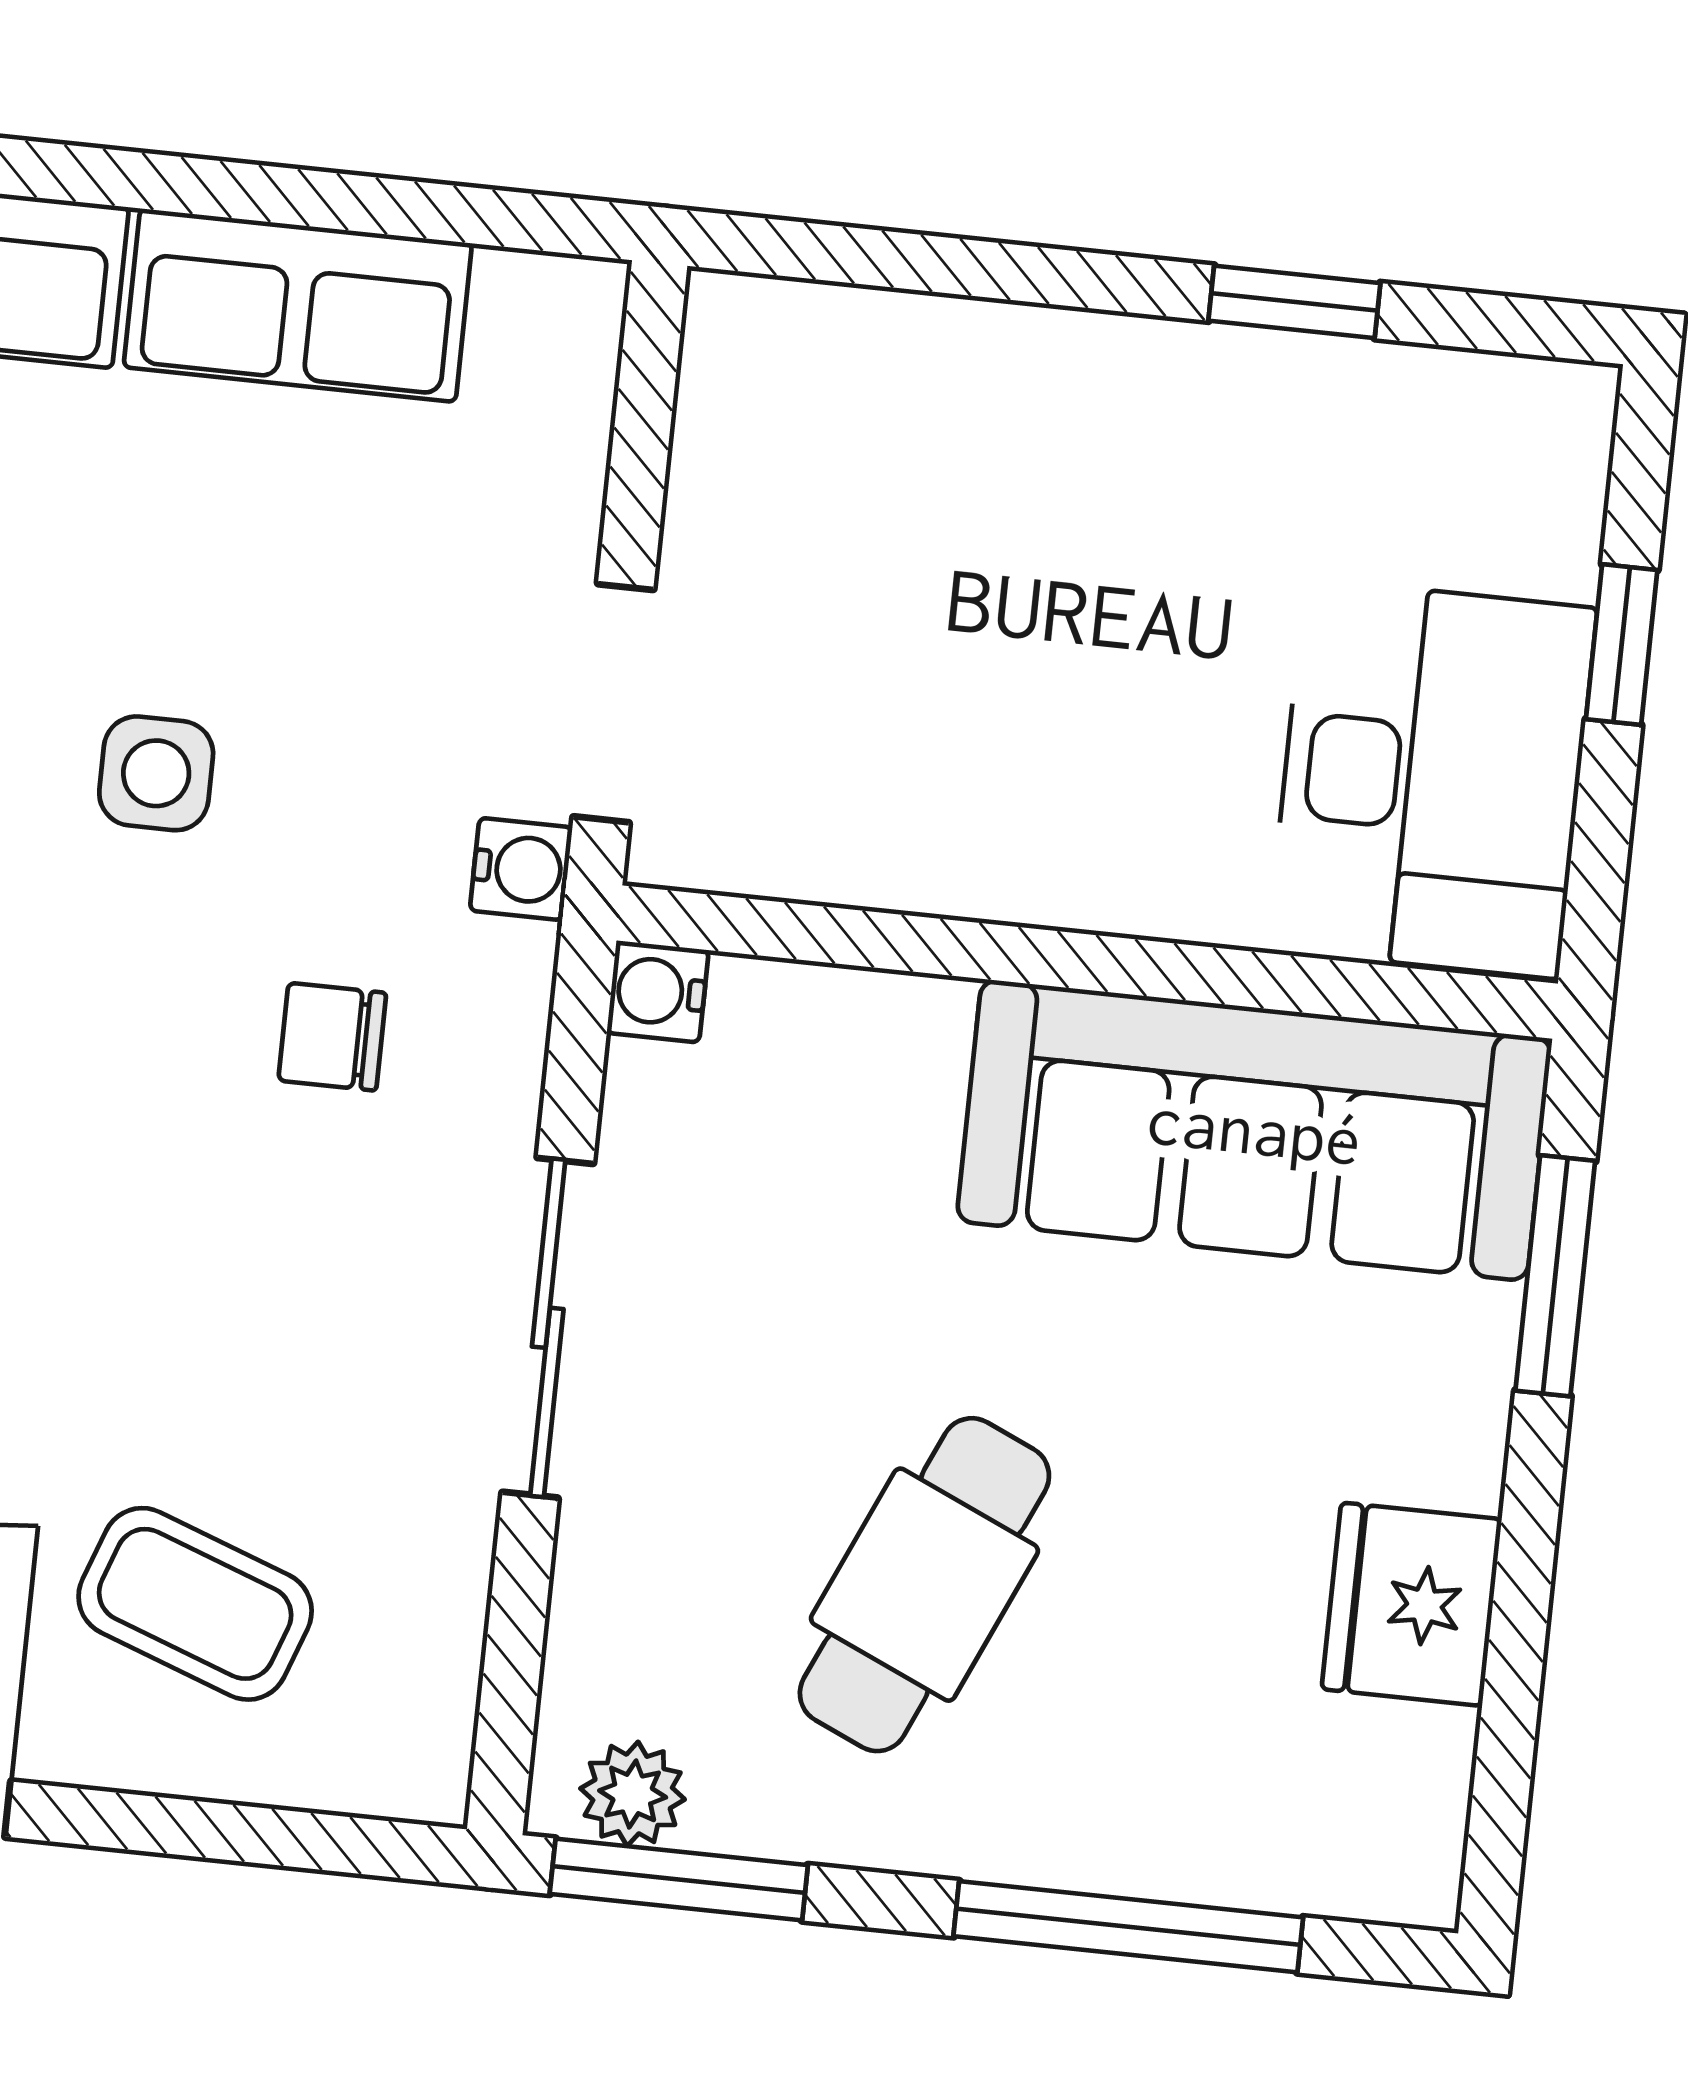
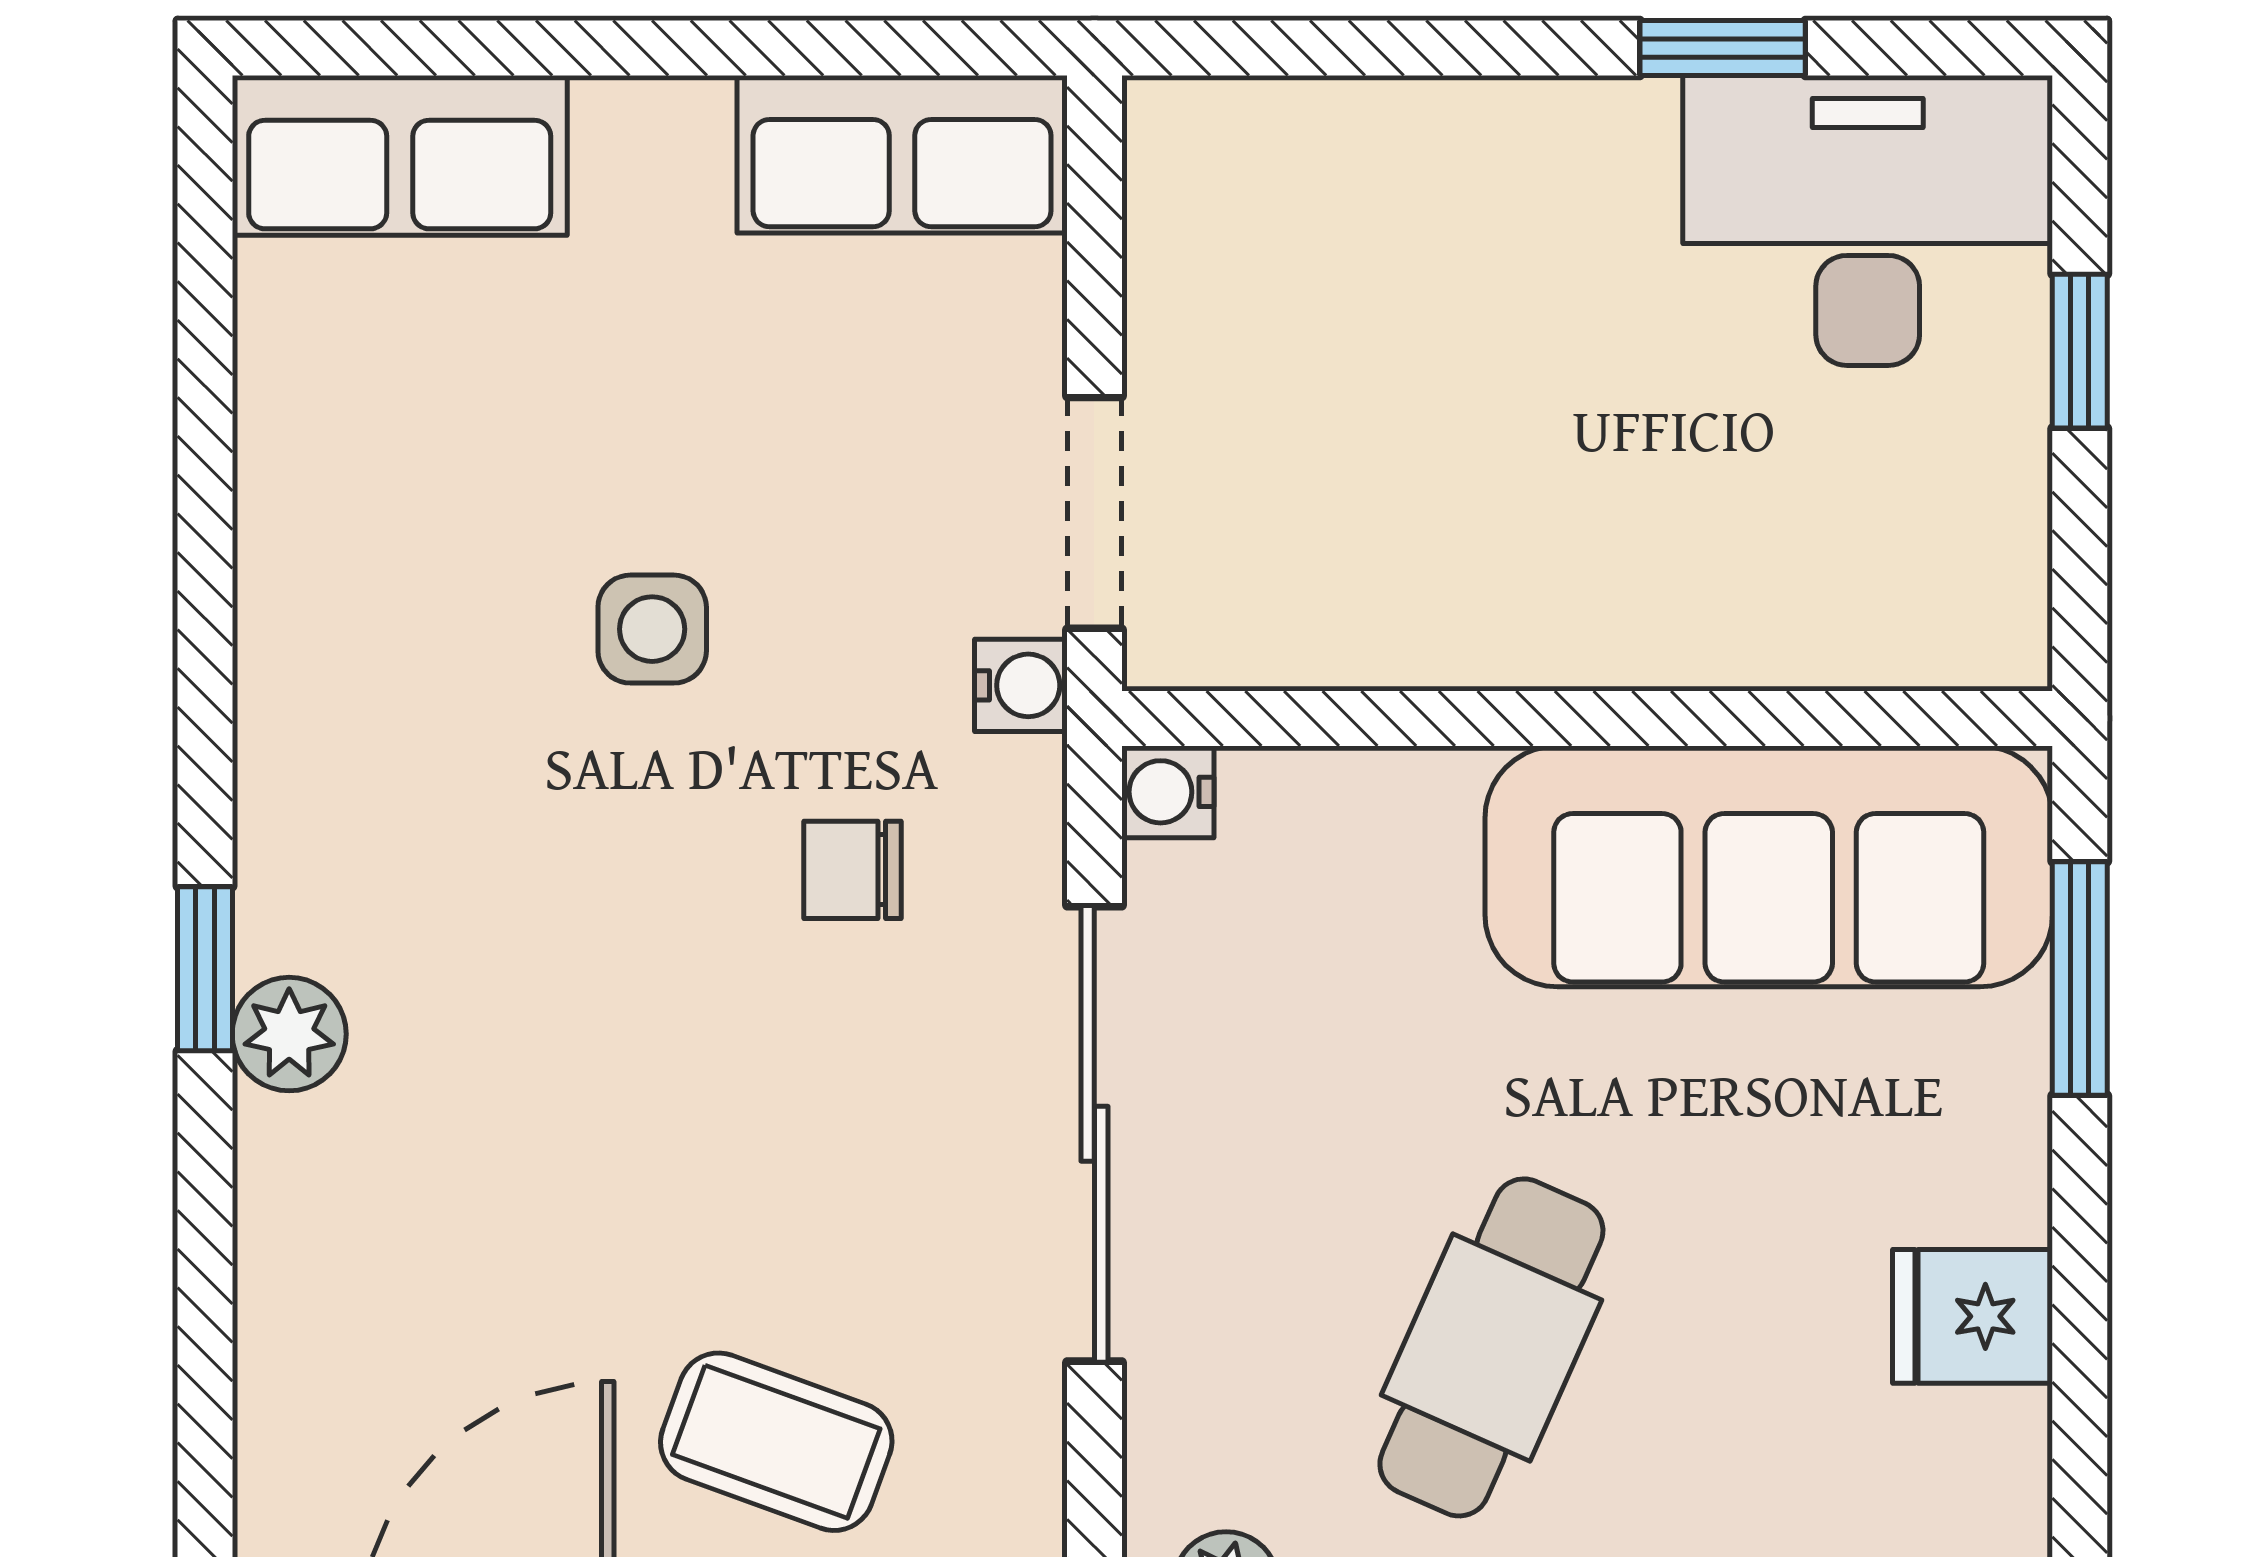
row of seats: (298, 305) -> (902, 154), moved
desk: (1432, 779) -> (1868, 220), moved, turned -90
sliding door: (548, 1328) -> (1094, 1134), width x1.37
fridge: (1412, 1604) -> (1972, 1316), width x0.72

